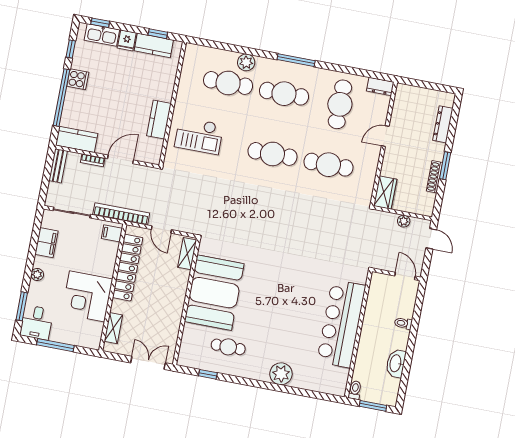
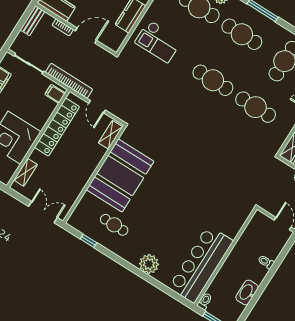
bar counter: (341, 324) -> (201, 264), moved

